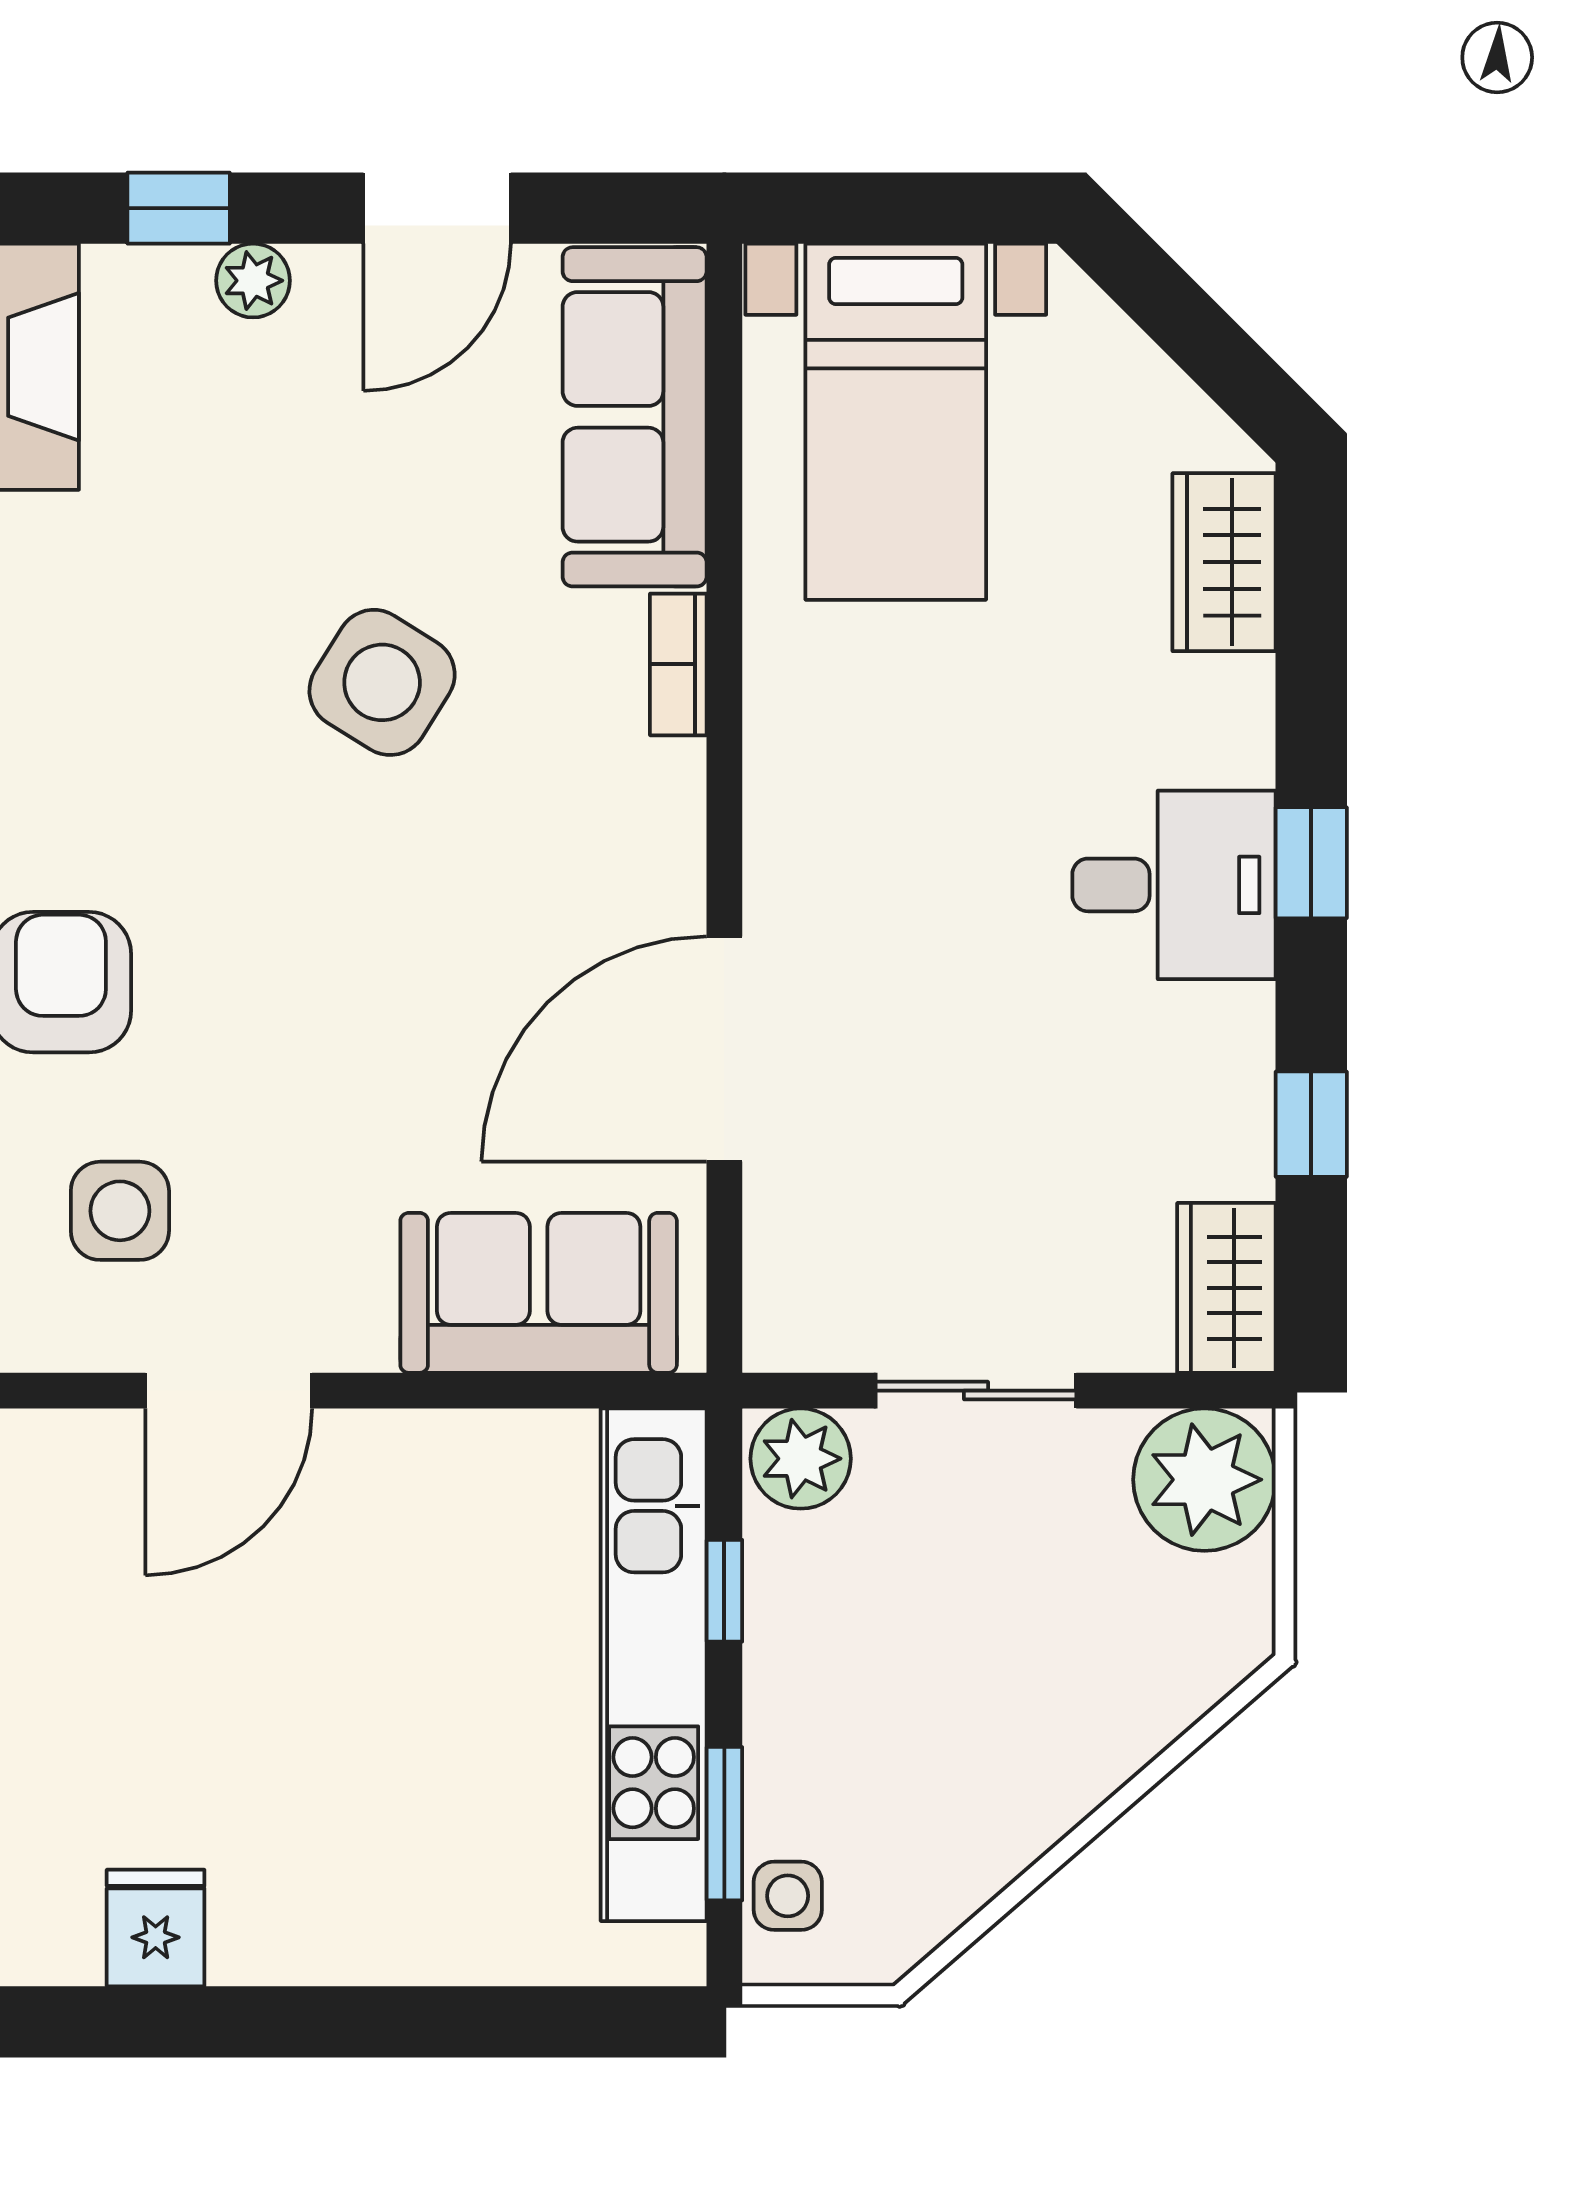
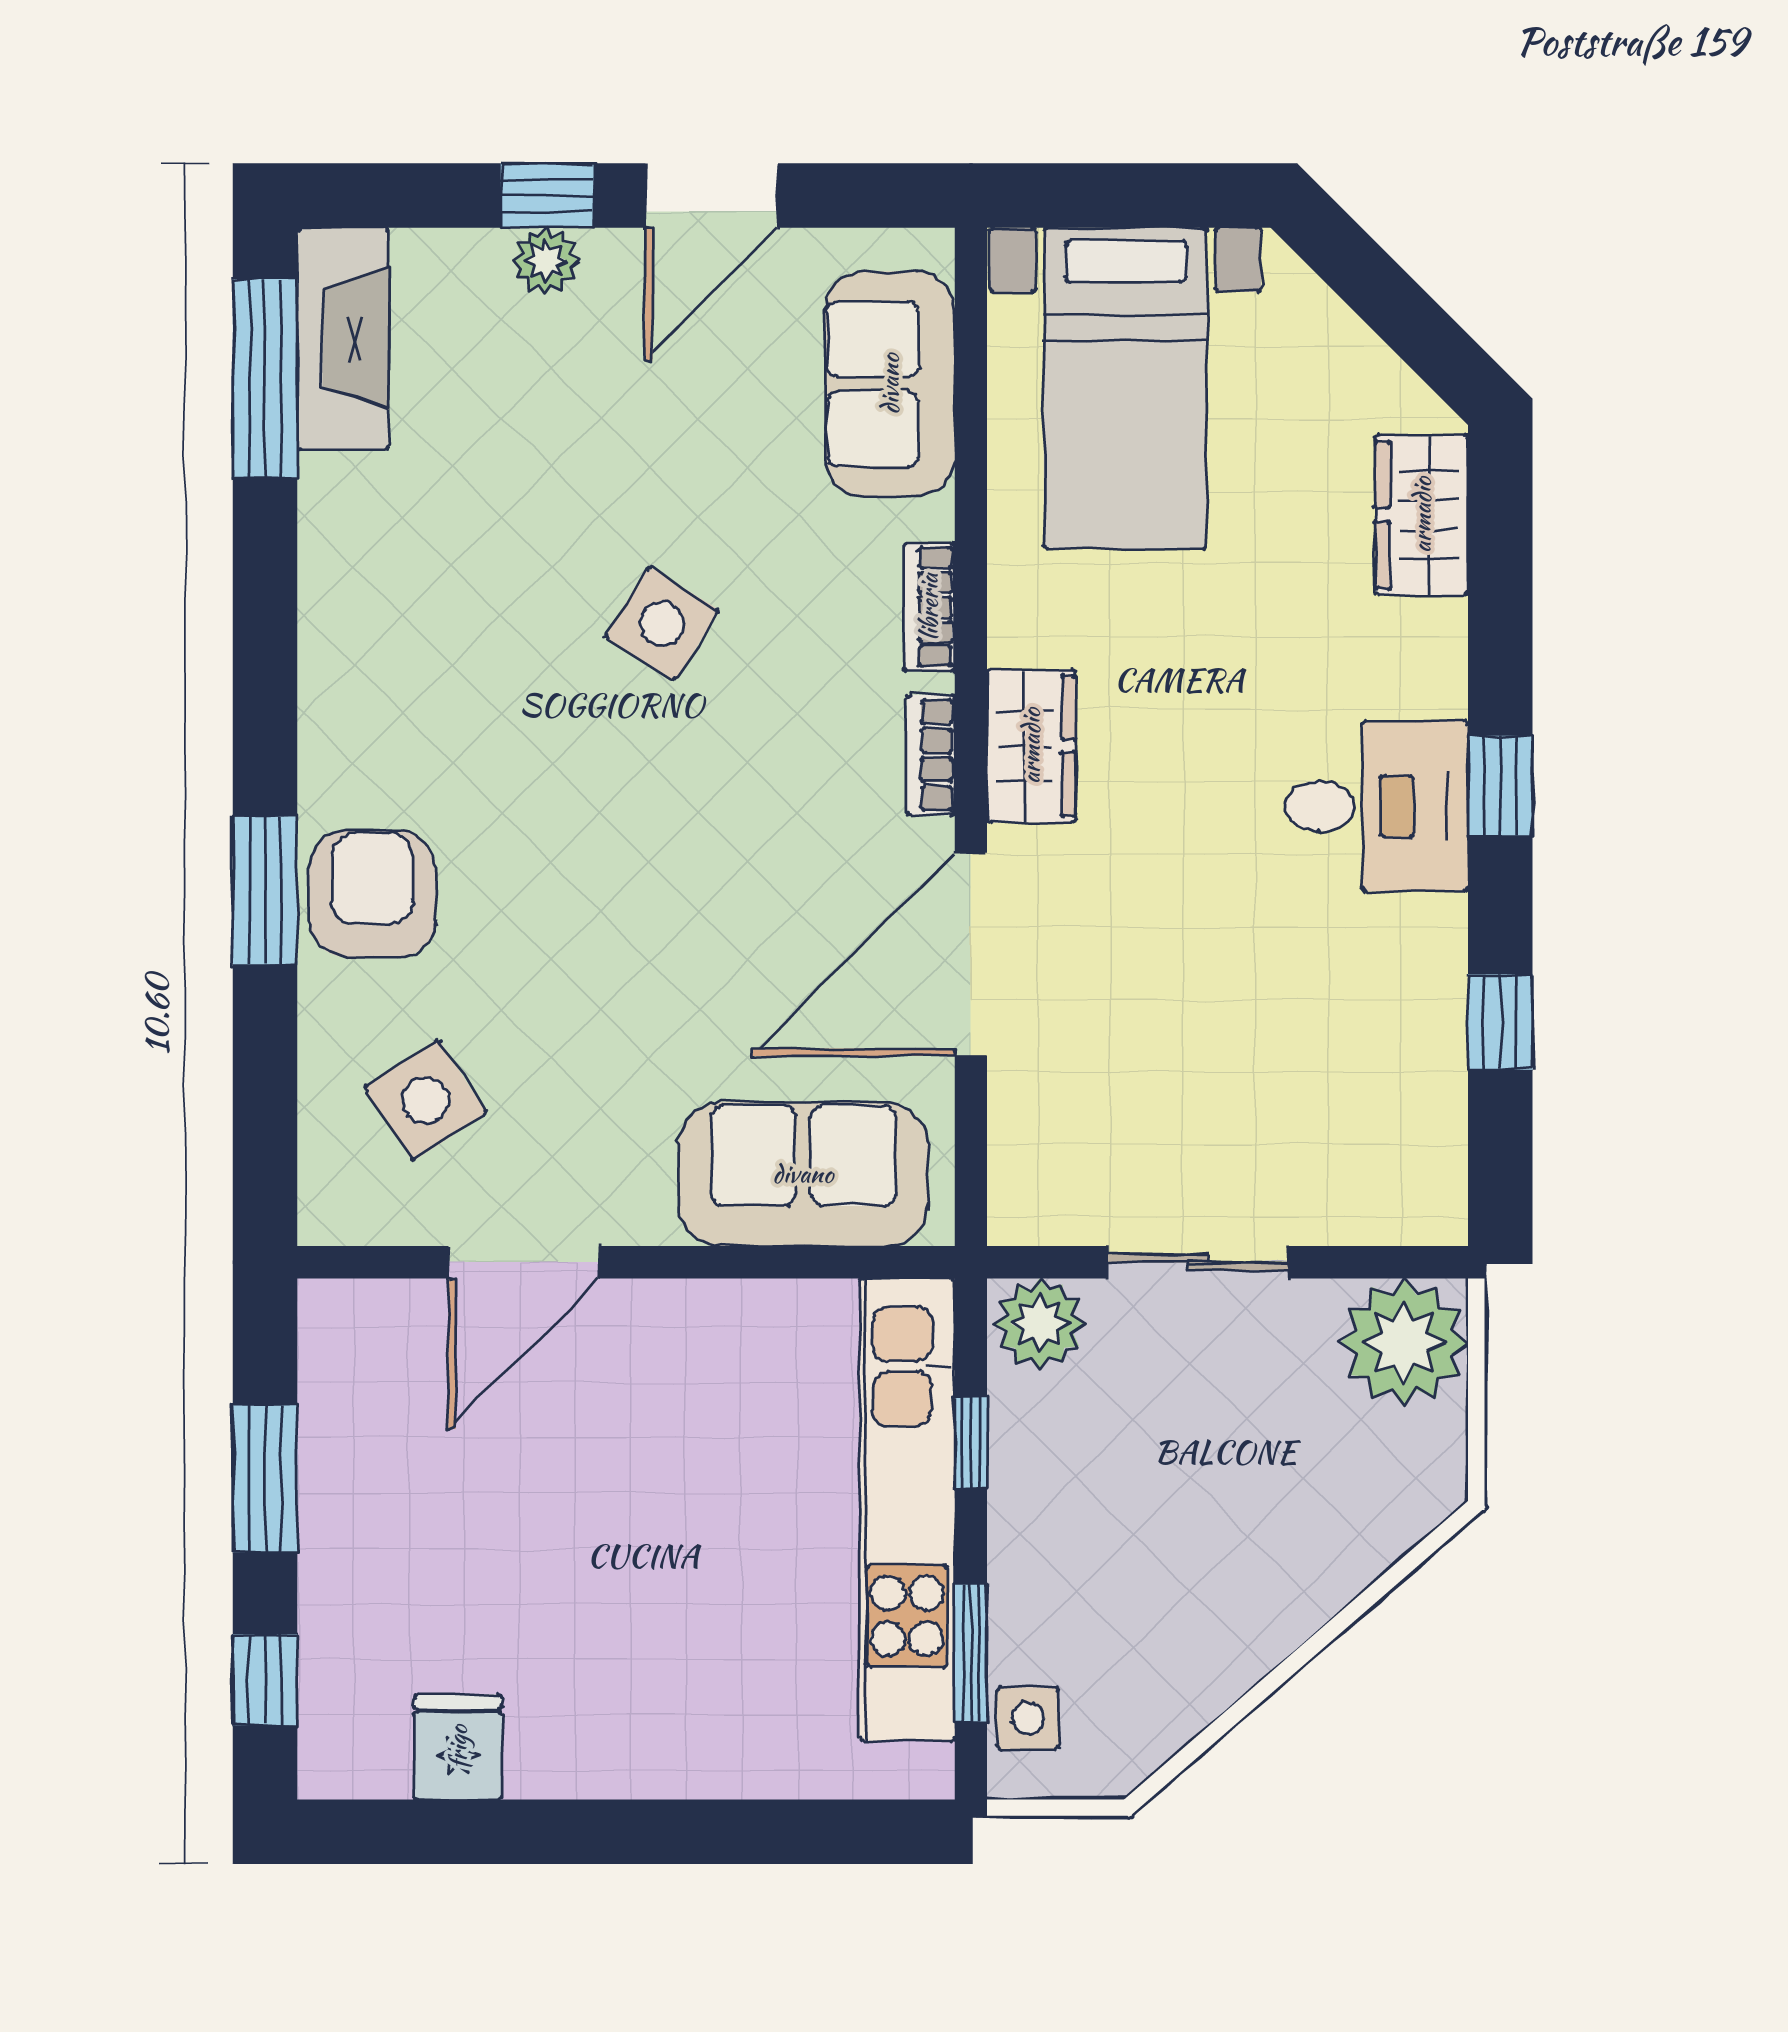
window: (179, 208) -> (547, 196), moved
sofa: (635, 417) -> (890, 384), width x0.73
side table: (382, 682) -> (662, 623), width x0.73, depth x0.73
bookcase: (680, 828) -> (931, 755), added
side table: (120, 1211) -> (426, 1100), turned -33
wardrobe: (1226, 1288) -> (1031, 746), moved, turned 180

